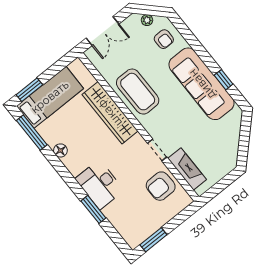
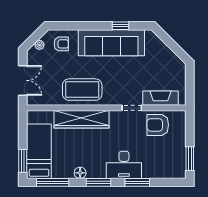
window: (65, 174) -> (99, 182), added
armchair: (161, 186) -> (158, 125), turned 91

